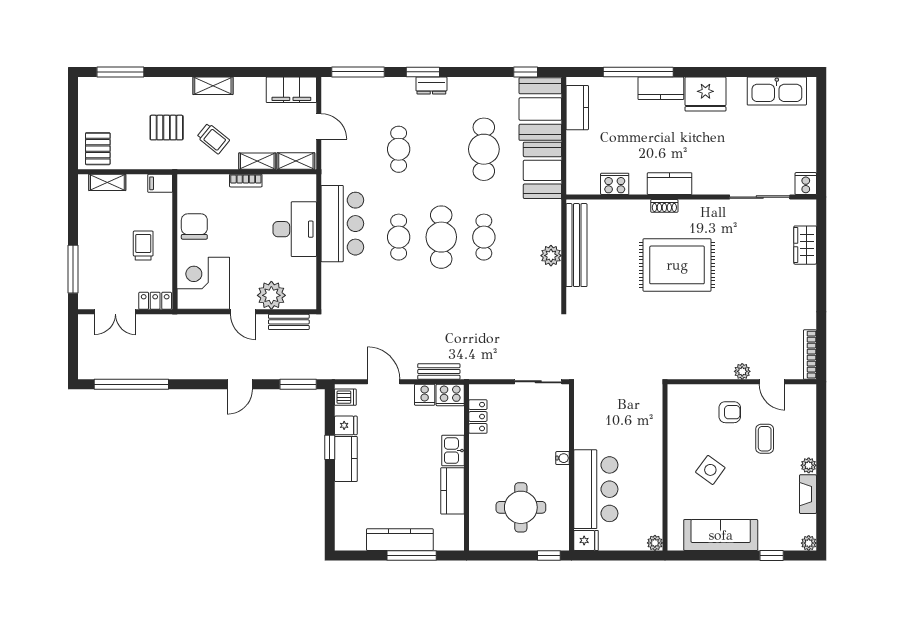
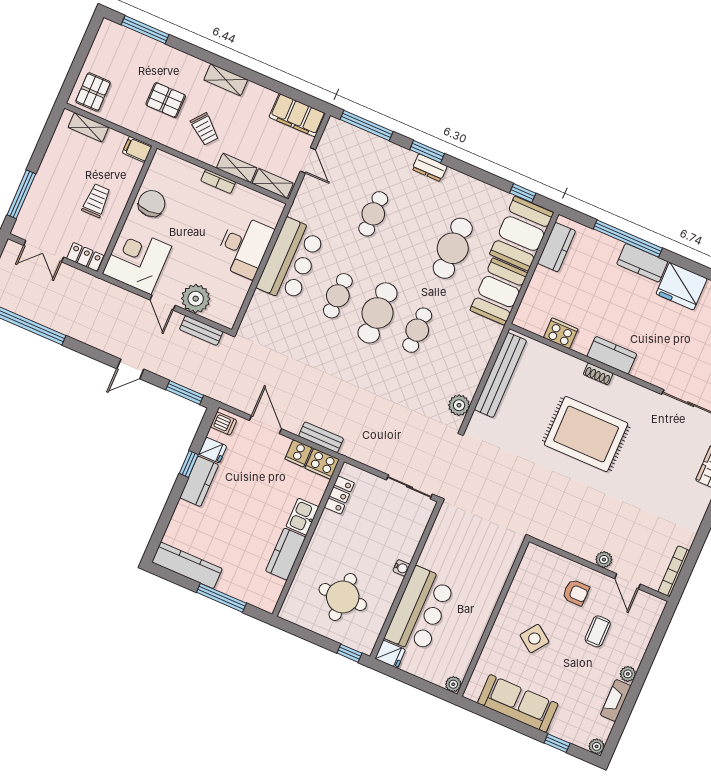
plant: (551, 256) -> (459, 405), moved
kitchen counter: (400, 540) -> (187, 565), moved

